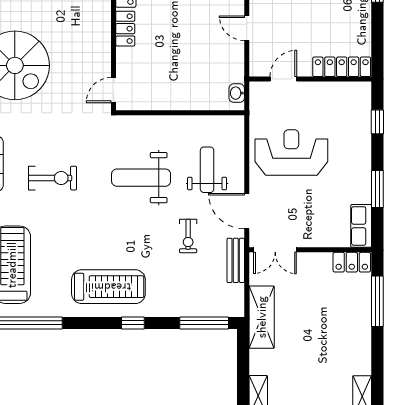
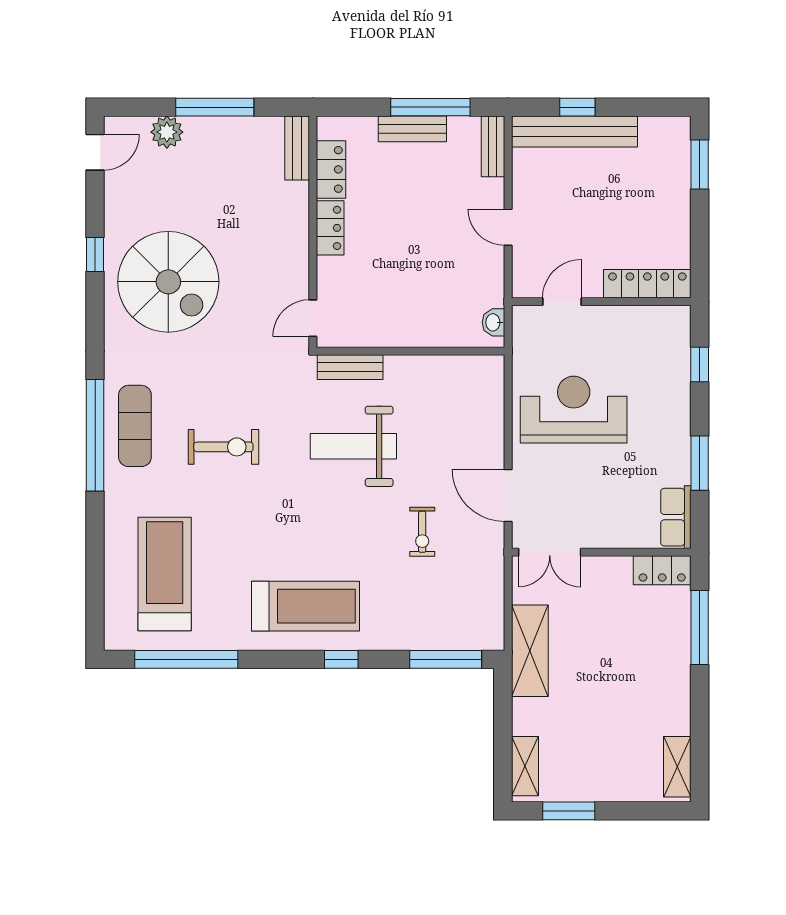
weight bench: (207, 170) -> (450, 435), removed
bench: (236, 260) -> (350, 367), moved, turned 90

